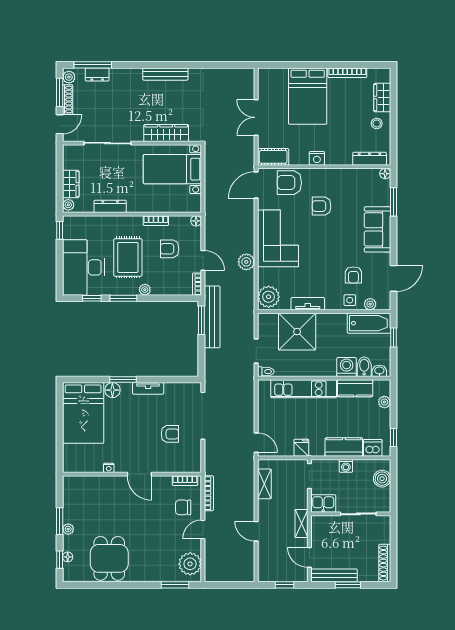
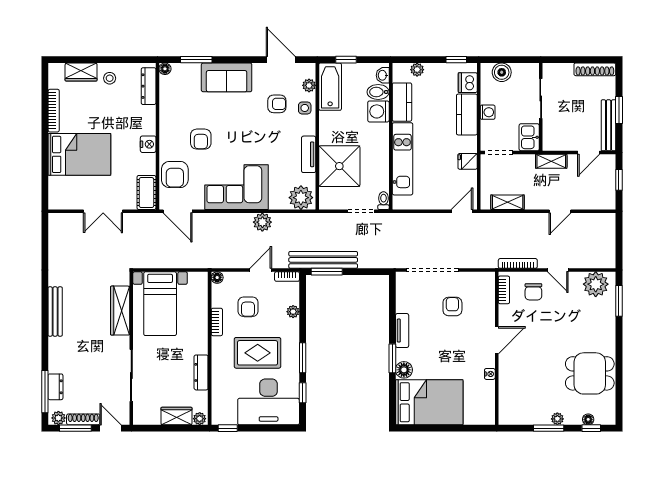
plant: (145, 290) -> (293, 312), moved

